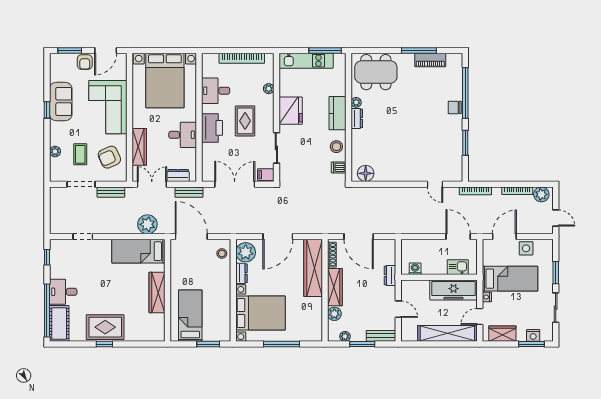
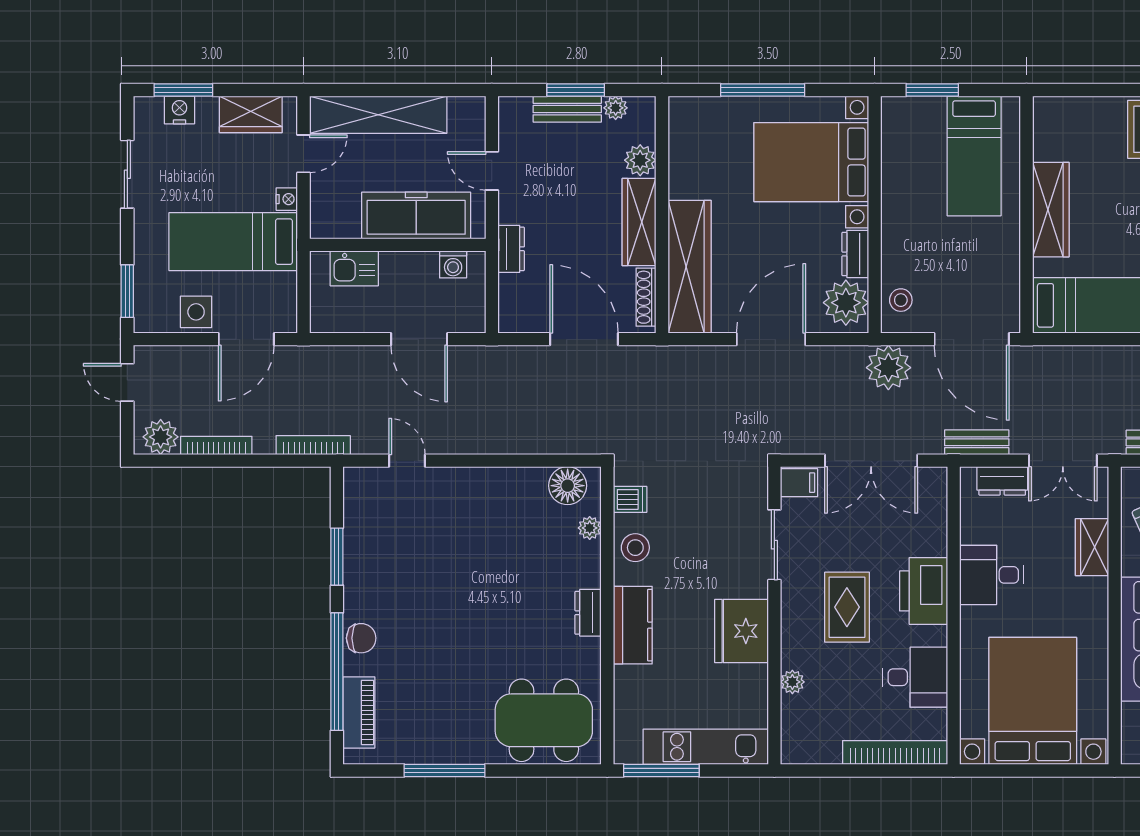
bookcase: (242, 58) -> (895, 752), moved
piano: (430, 60) -> (359, 712), moved, turned 90
plant: (356, 102) -> (590, 528), moved
wardrobe: (139, 147) -> (1092, 547), width x0.67
plant: (147, 224) -> (888, 368), moved
door: (458, 237) -> (419, 339), moved
window: (556, 273) -> (127, 291), moved
freezer: (454, 290) -> (416, 215), moved
bench: (381, 336) -> (567, 109), moved

